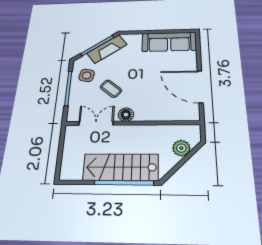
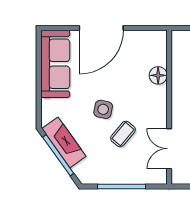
side table: (87, 75) -> (103, 109), moved
door: (200, 87) -> (101, 28), moved
floor lamp: (126, 115) -> (158, 75), moved

